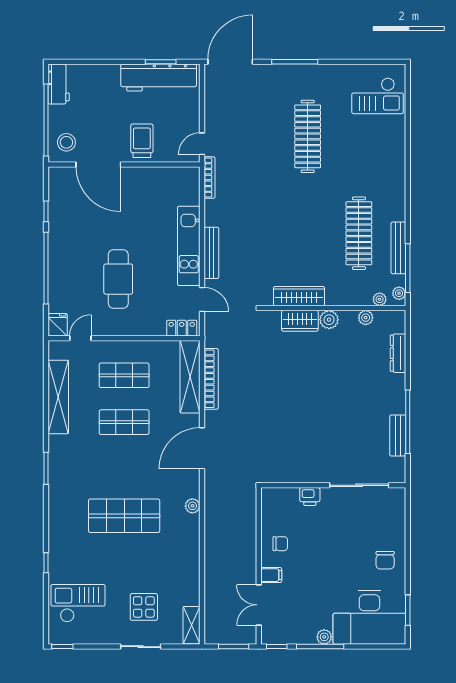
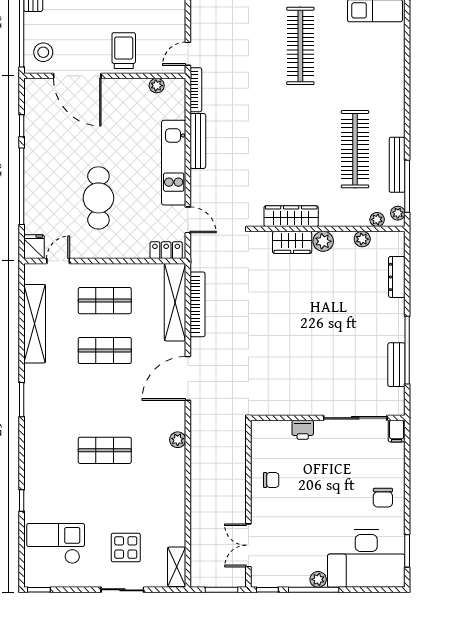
plant: (173, 174) -> (157, 86), added
bench: (211, 253) -> (198, 141), moved
shop shelf: (124, 516) -> (105, 450), width x0.70, depth x0.74
filing cabinet: (271, 575) -> (397, 431), moved, turned 90

